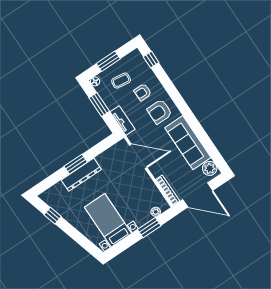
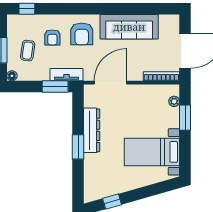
window: (99, 104) -> (55, 87), moved
plant: (210, 168) -> (167, 23), removed
dresser: (81, 175) -> (92, 130), moved

